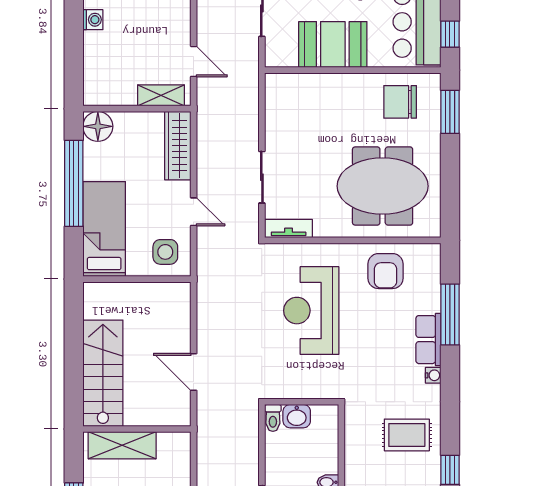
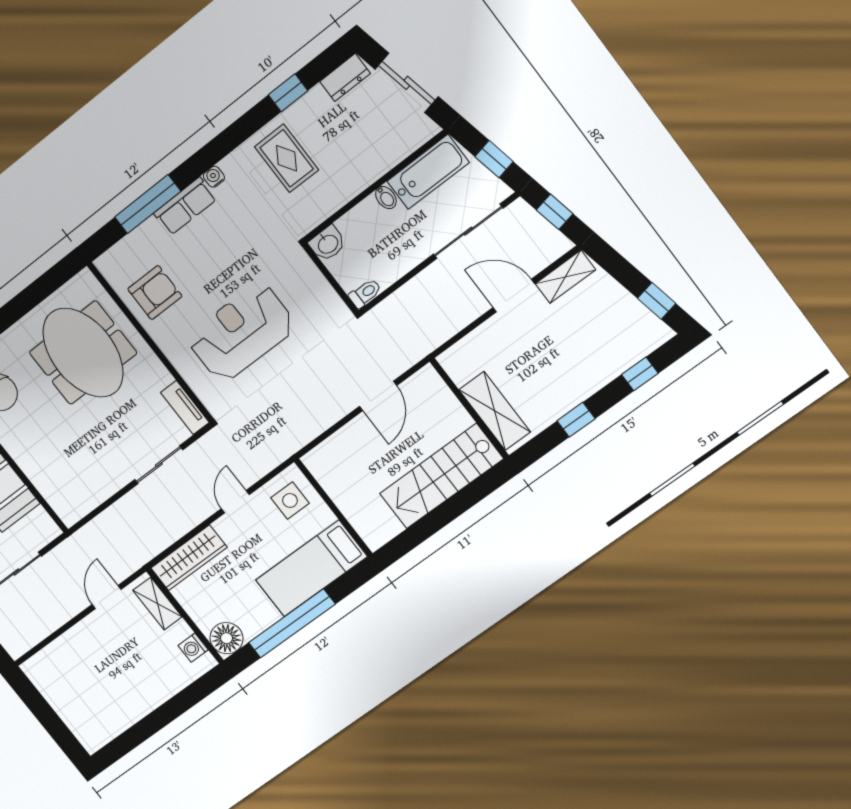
washing machine: (93, 20) -> (193, 648), moved, turned -90
reception desk: (311, 311) -> (241, 332), turned 180
washbasin: (297, 416) -> (328, 244), moved, turned 90

